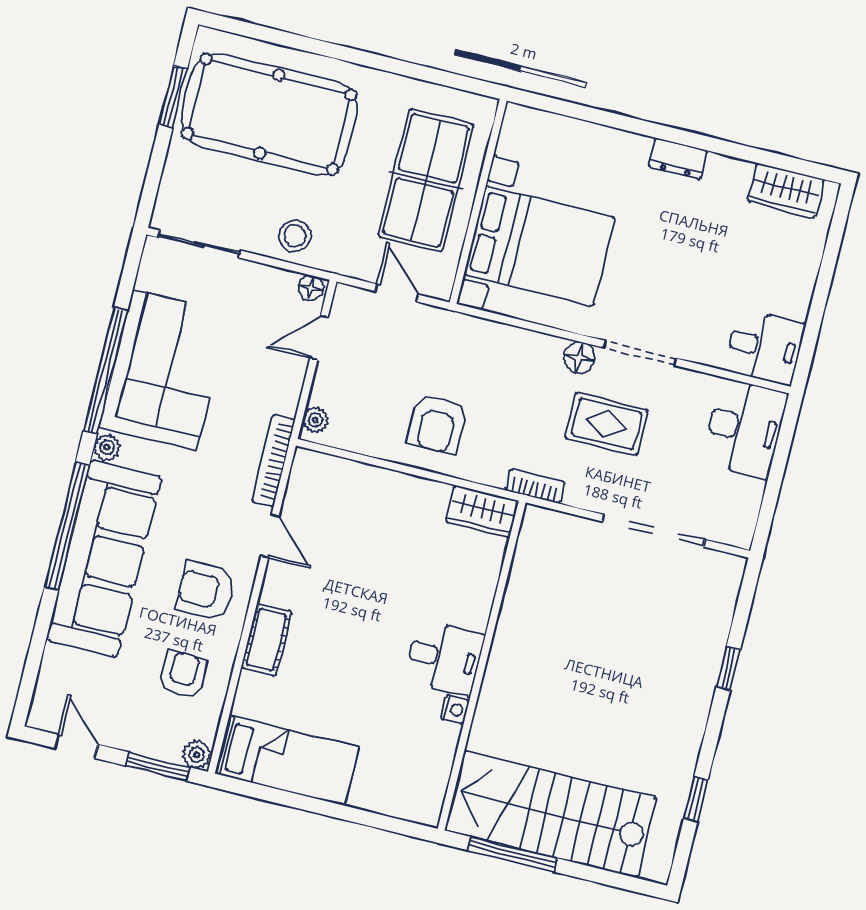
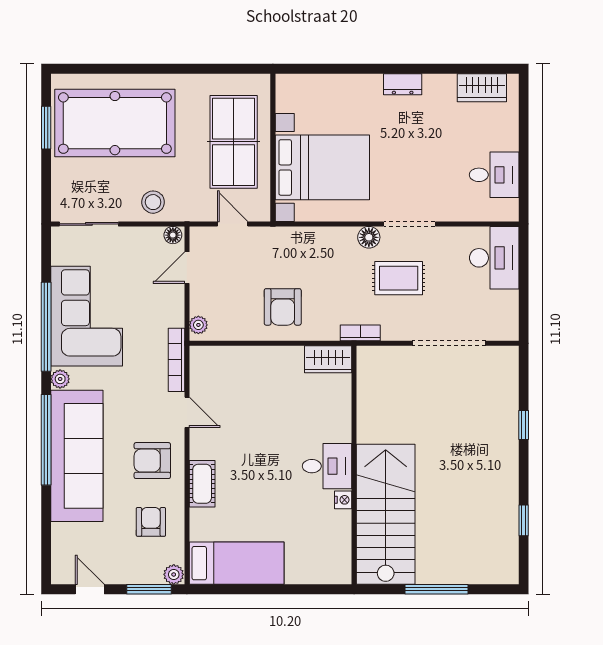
desk: (765, 347) -> (494, 175), moved
stairs: (551, 814) -> (386, 514), moved, turned 90
window: (513, 854) -> (437, 589), moved

